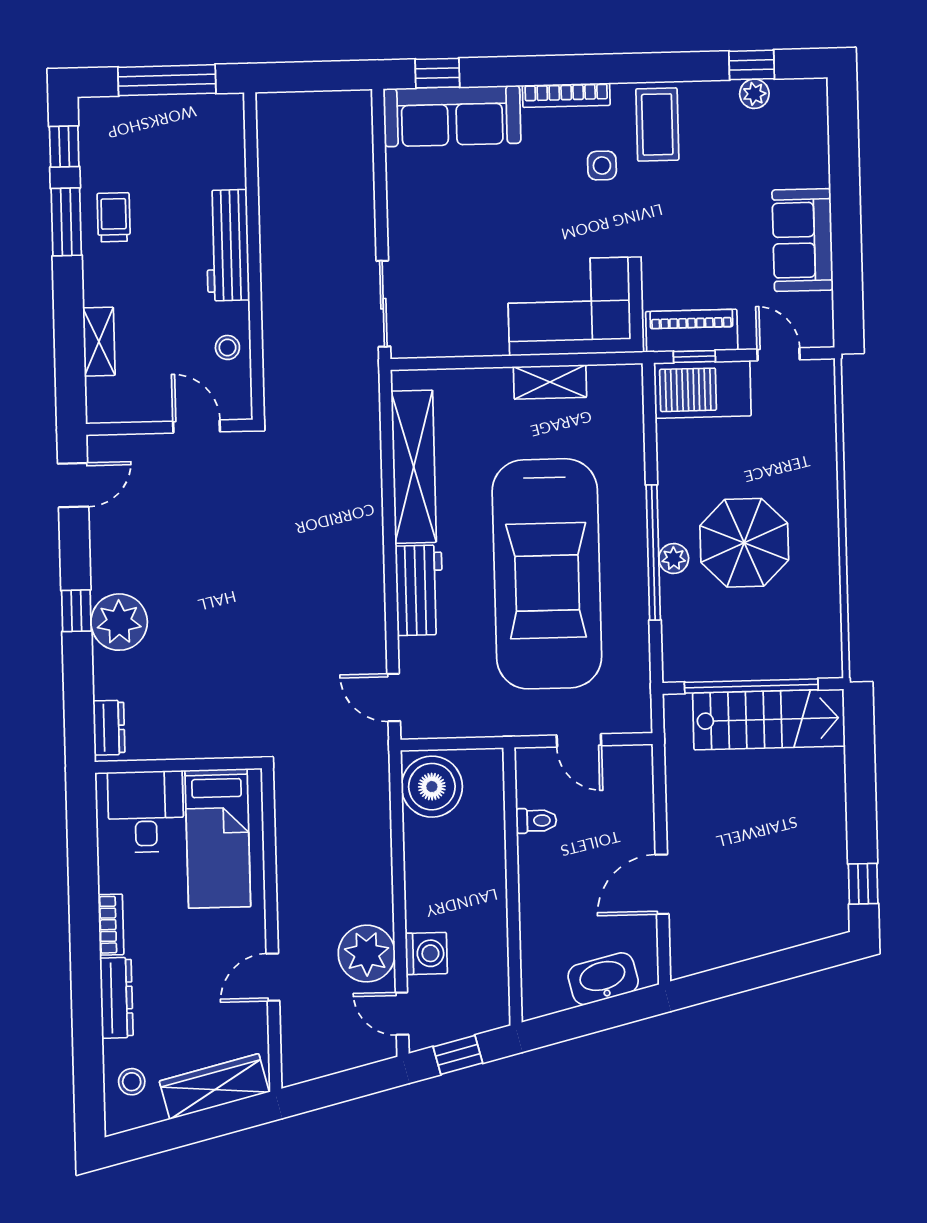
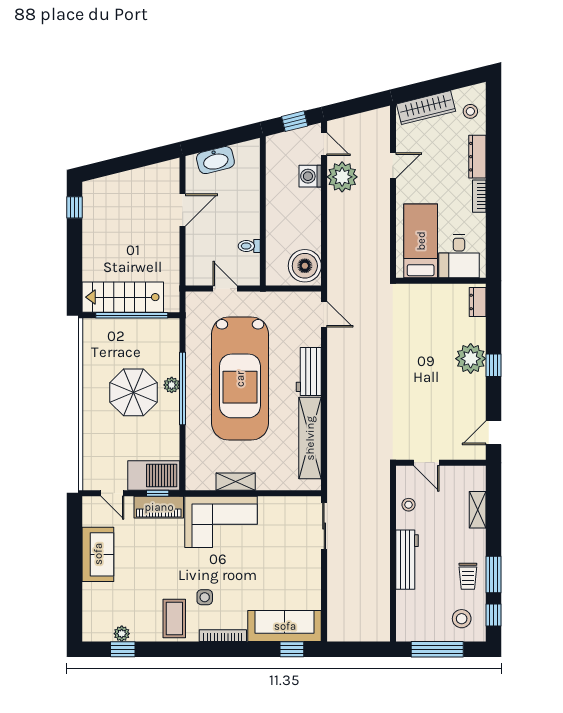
stool: (123, 138) -> (462, 619), added
car: (547, 574) -> (240, 379), turned 180

